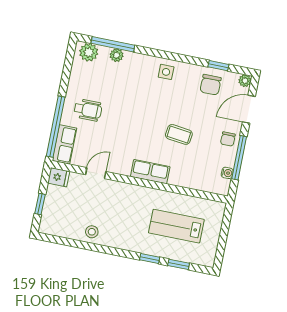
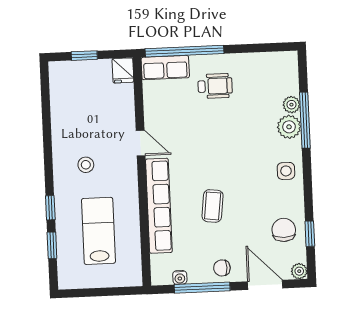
window: (113, 44) -> (305, 120), moved
plant: (89, 52) -> (289, 127), moved
chair: (211, 85) -> (284, 230), turned 90
wheelchair: (88, 110) -> (215, 86), turned -90
row of seats: (150, 172) -> (159, 206), width x2.02
door: (96, 173) -> (141, 143), moved
stool: (92, 232) -> (86, 165), moved

